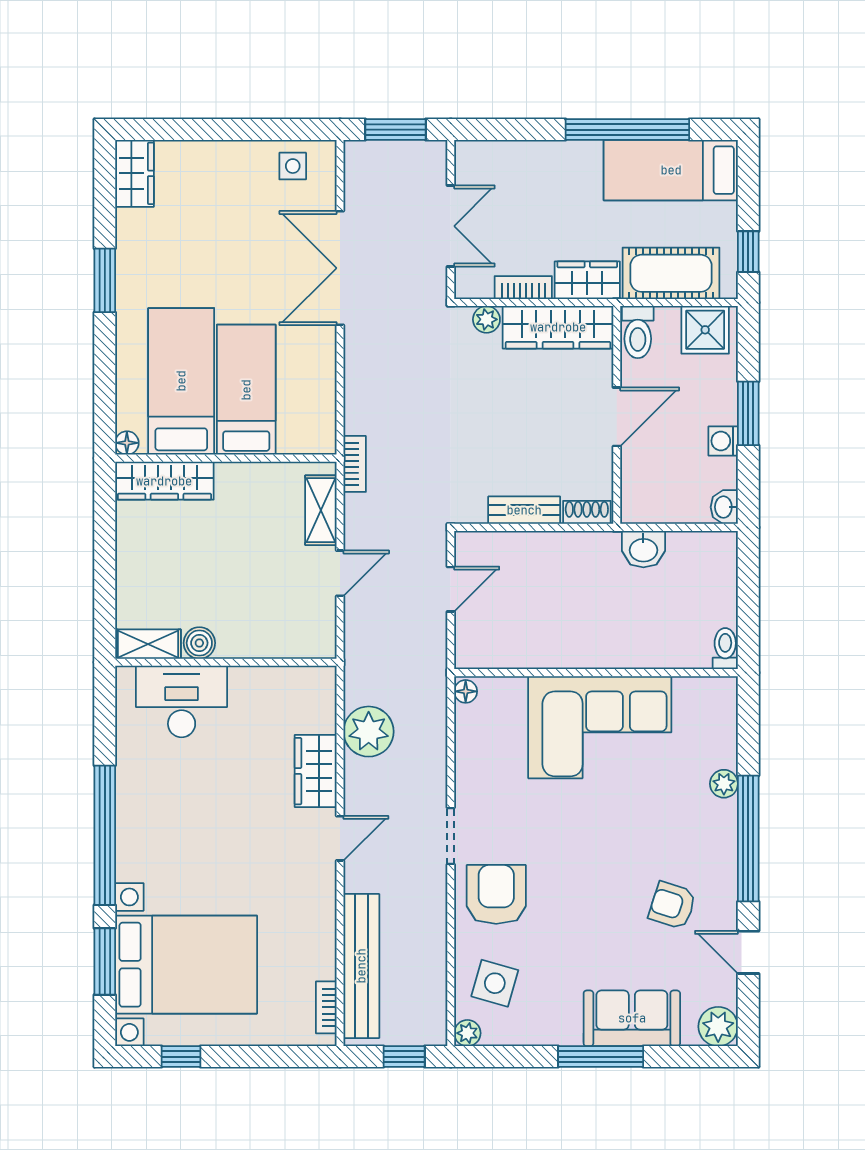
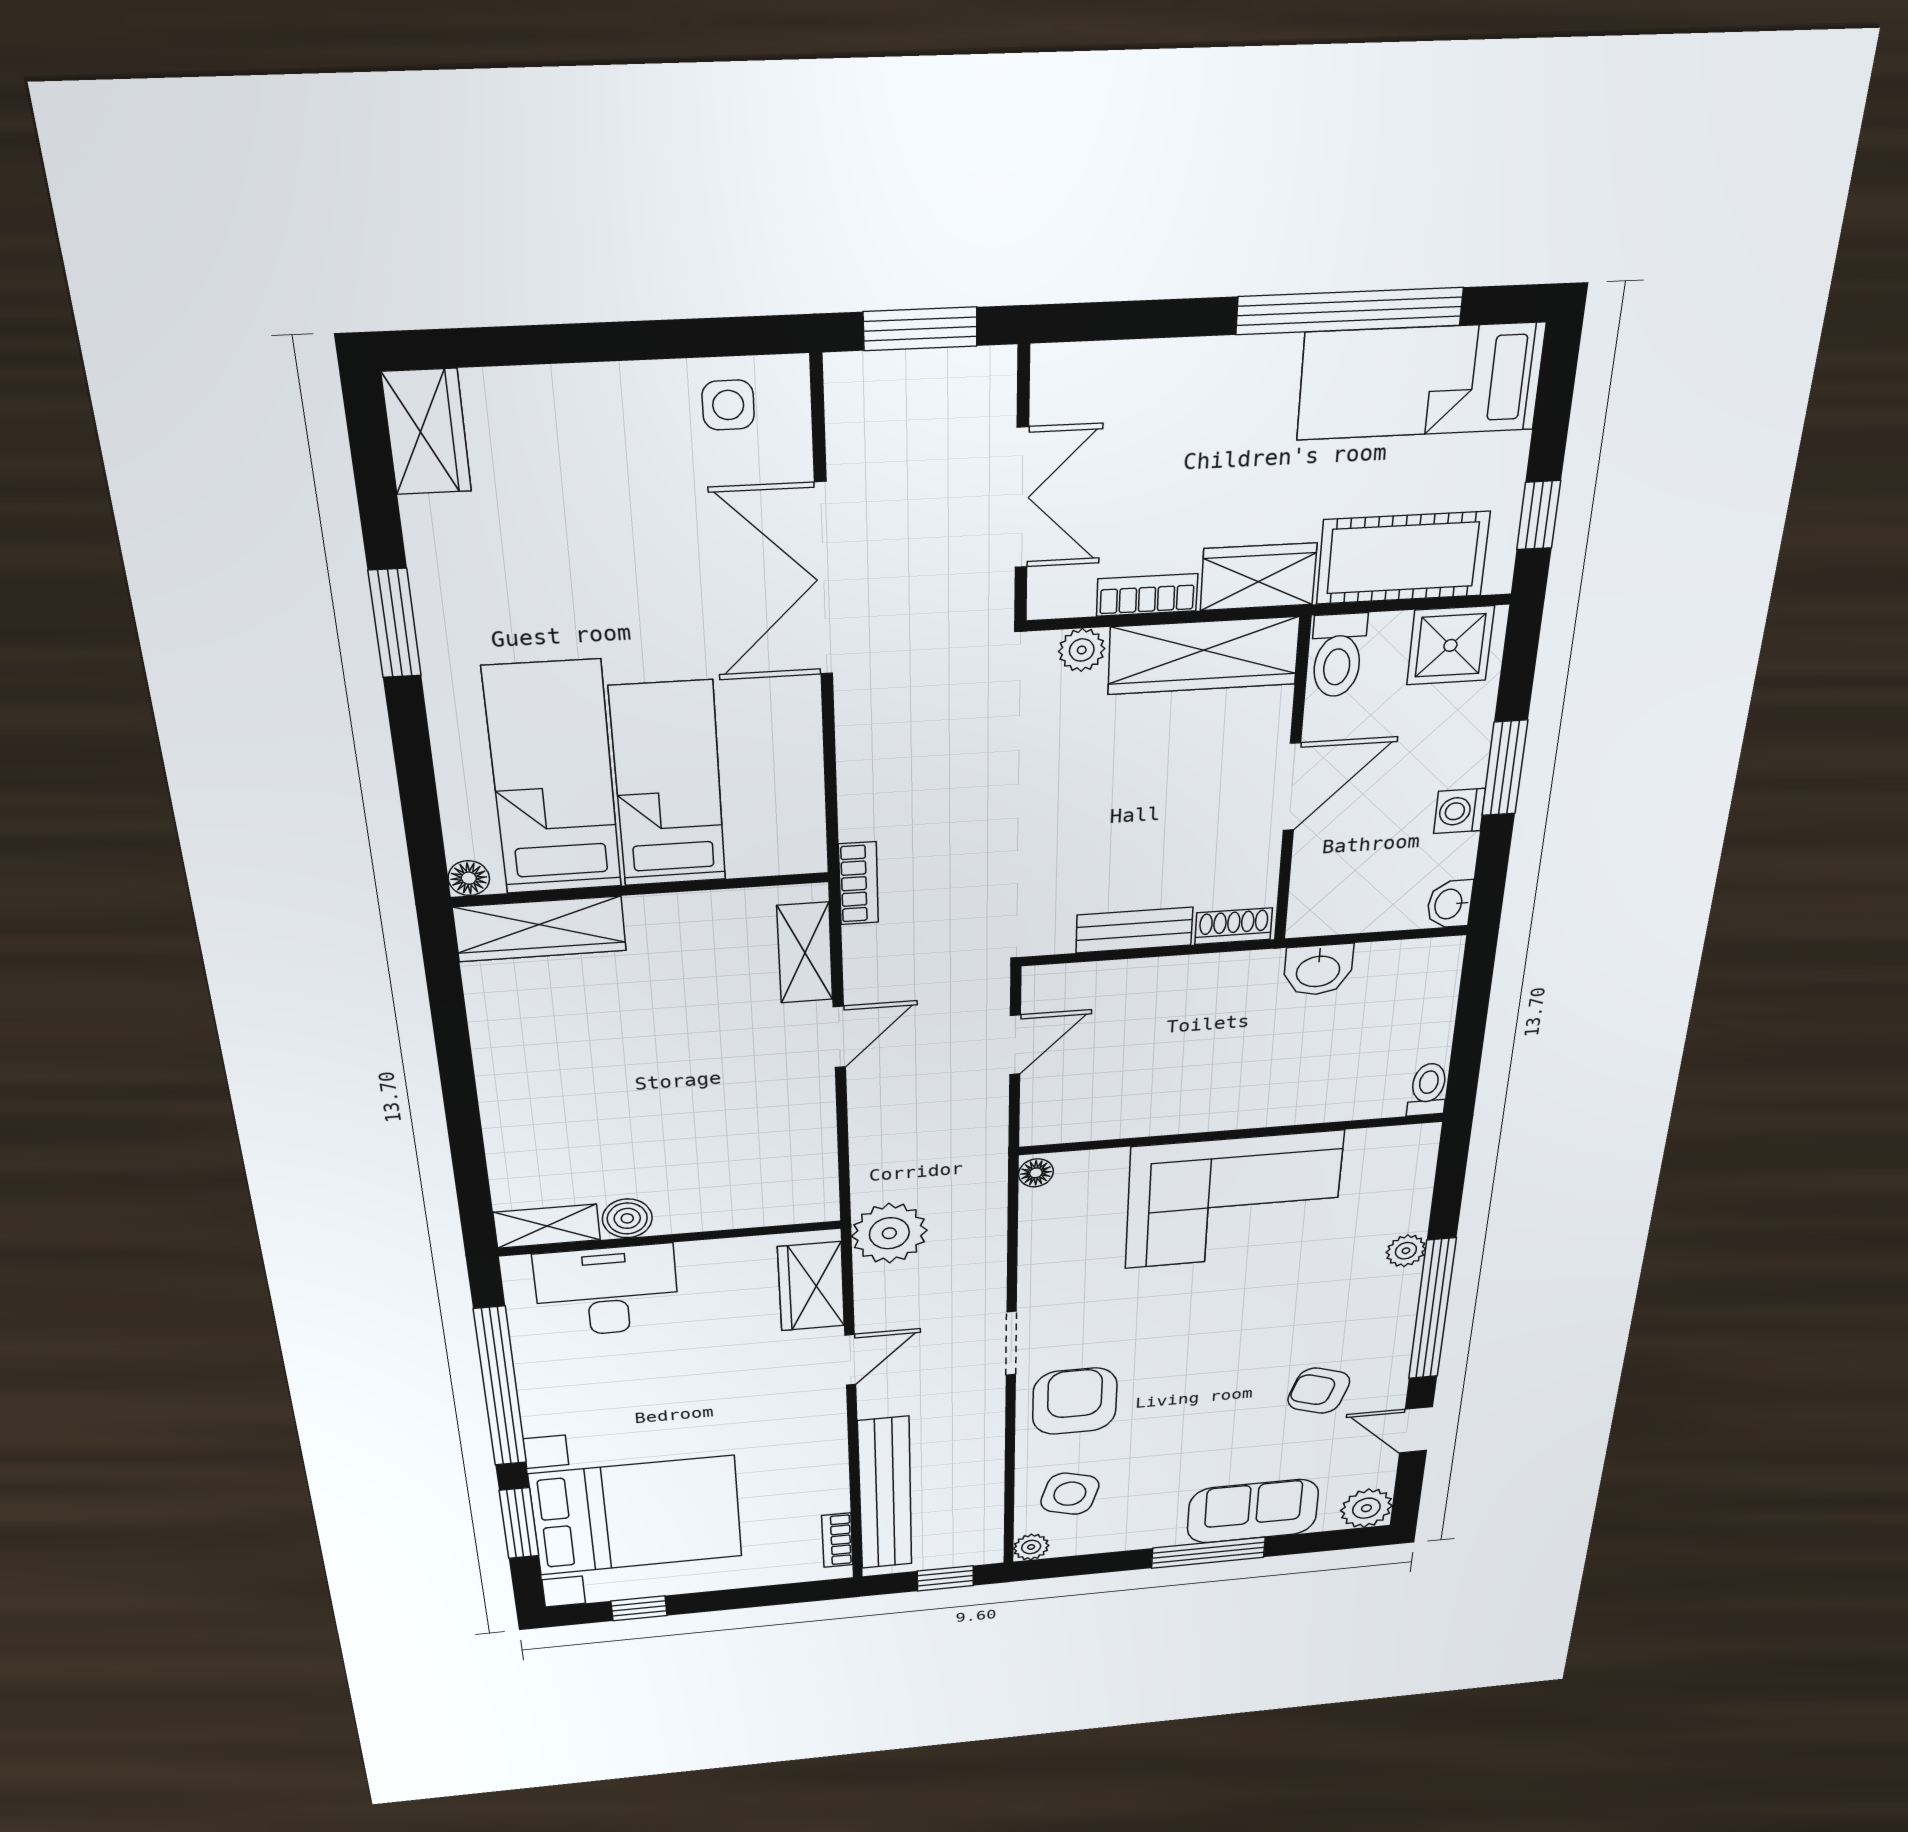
boiler: (199, 643) -> (627, 1218), moved
shelving: (148, 644) -> (547, 1226), moved
wall: (226, 662) -> (671, 1238), moved
desk: (182, 702) -> (607, 1291), moved

